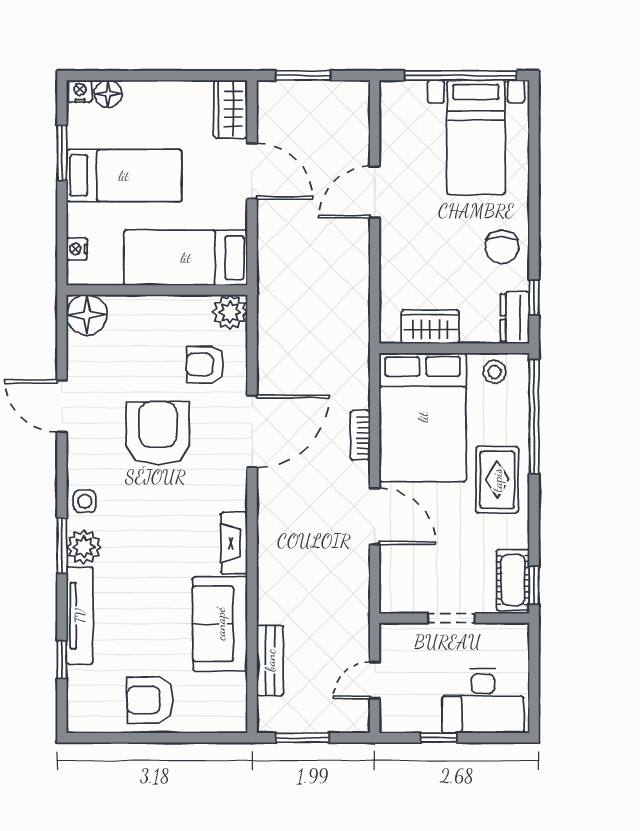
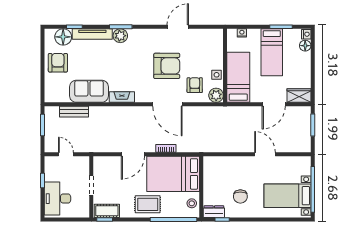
chair: (502, 247) -> (240, 196), moved, turned -90
floor lamp: (87, 315) -> (63, 37), moved
wardrobe: (430, 327) -> (210, 177), removed
side table: (85, 501) -> (217, 75), moved

